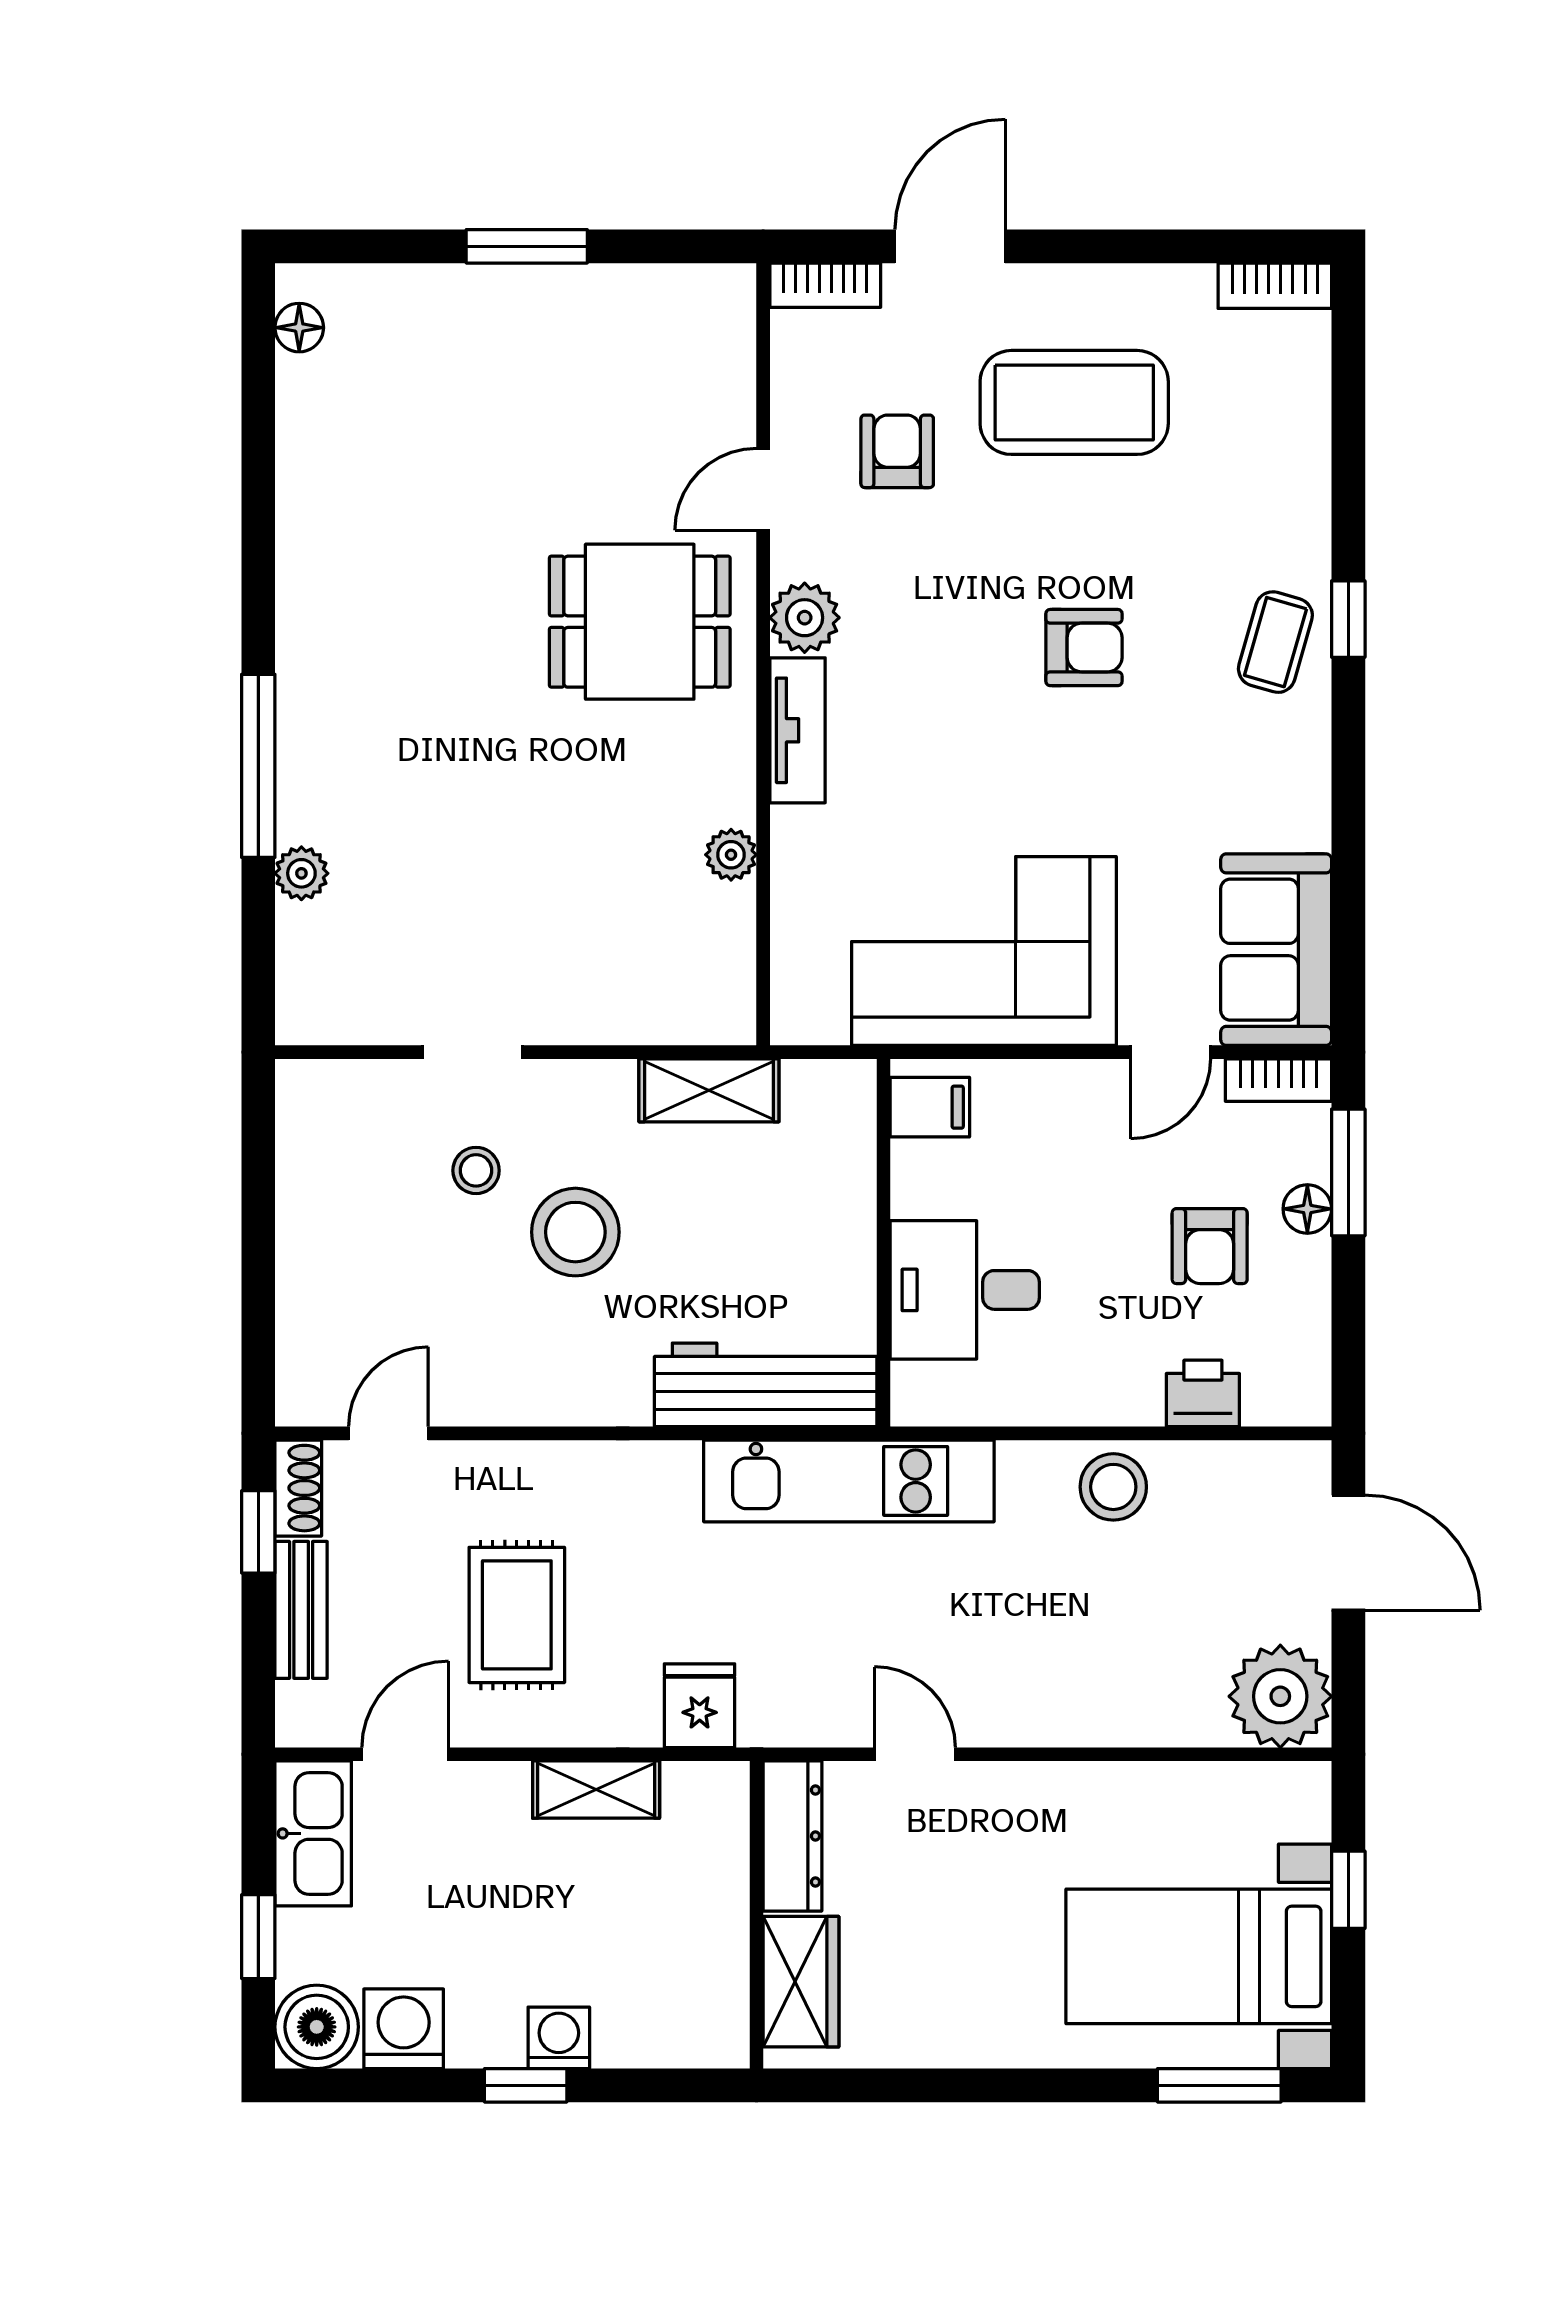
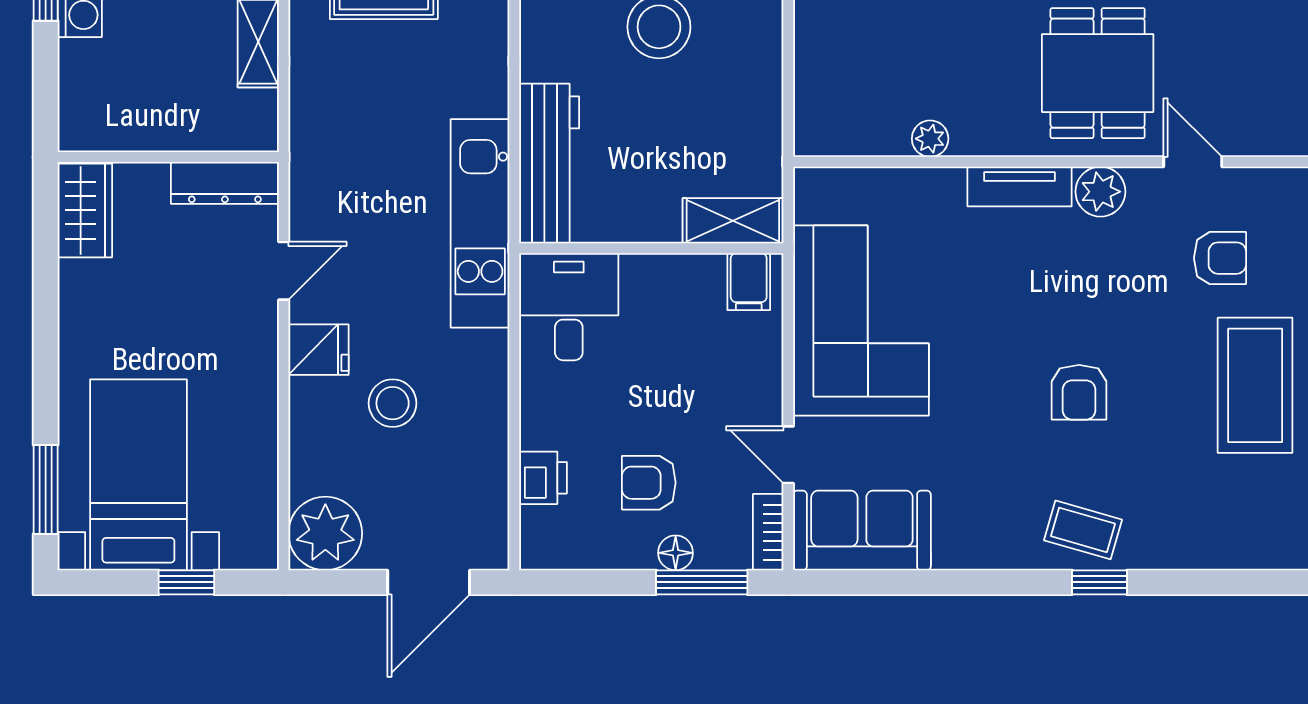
shelving: (709, 1090) -> (733, 221), moved, turned 90
desk: (965, 1290) -> (569, 307), moved
stool: (1113, 1487) -> (393, 403), moved
fridge: (700, 1706) -> (319, 350), moved
wardrobe: (801, 1982) -> (85, 210), moved, turned -90

